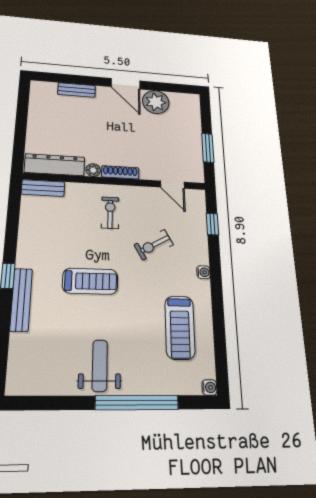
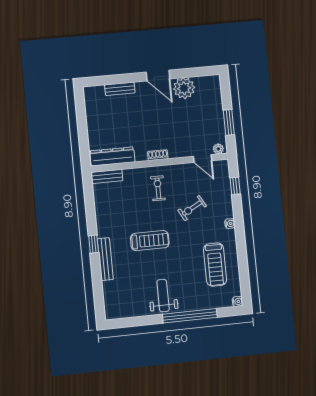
plant: (93, 170) -> (218, 149), moved
shoe rack: (120, 172) -> (158, 155), width x0.70

